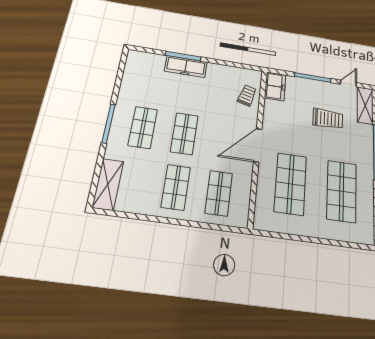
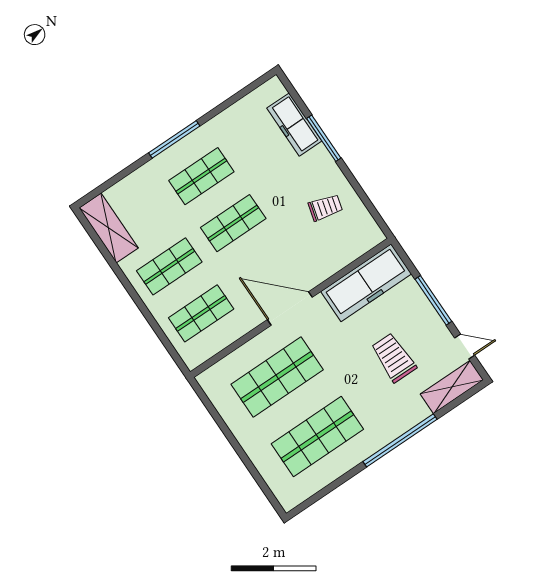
freezer: (186, 66) -> (294, 125), moved
freezer: (275, 86) -> (366, 283), width x1.91, depth x1.26
trolley: (247, 96) -> (325, 207), moved
trolley: (328, 119) -> (394, 358), turned 180
shelving: (108, 184) -> (109, 228), moved, turned 90

